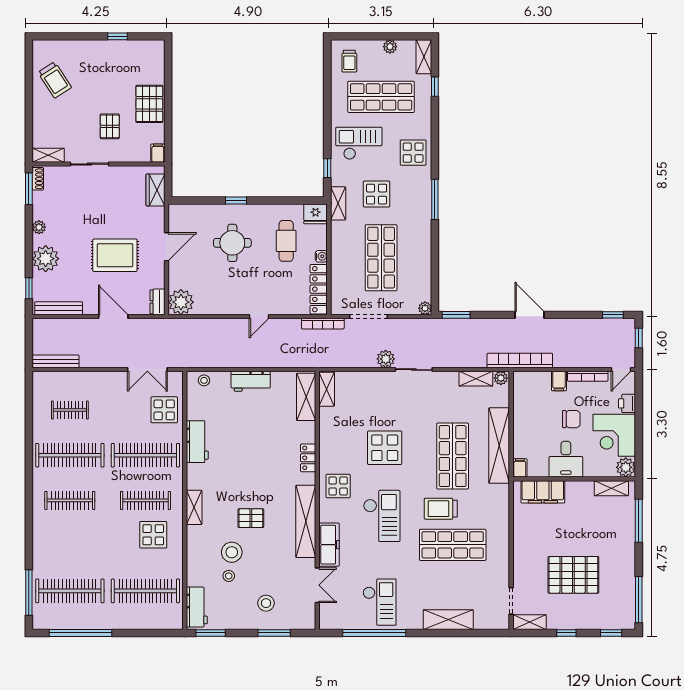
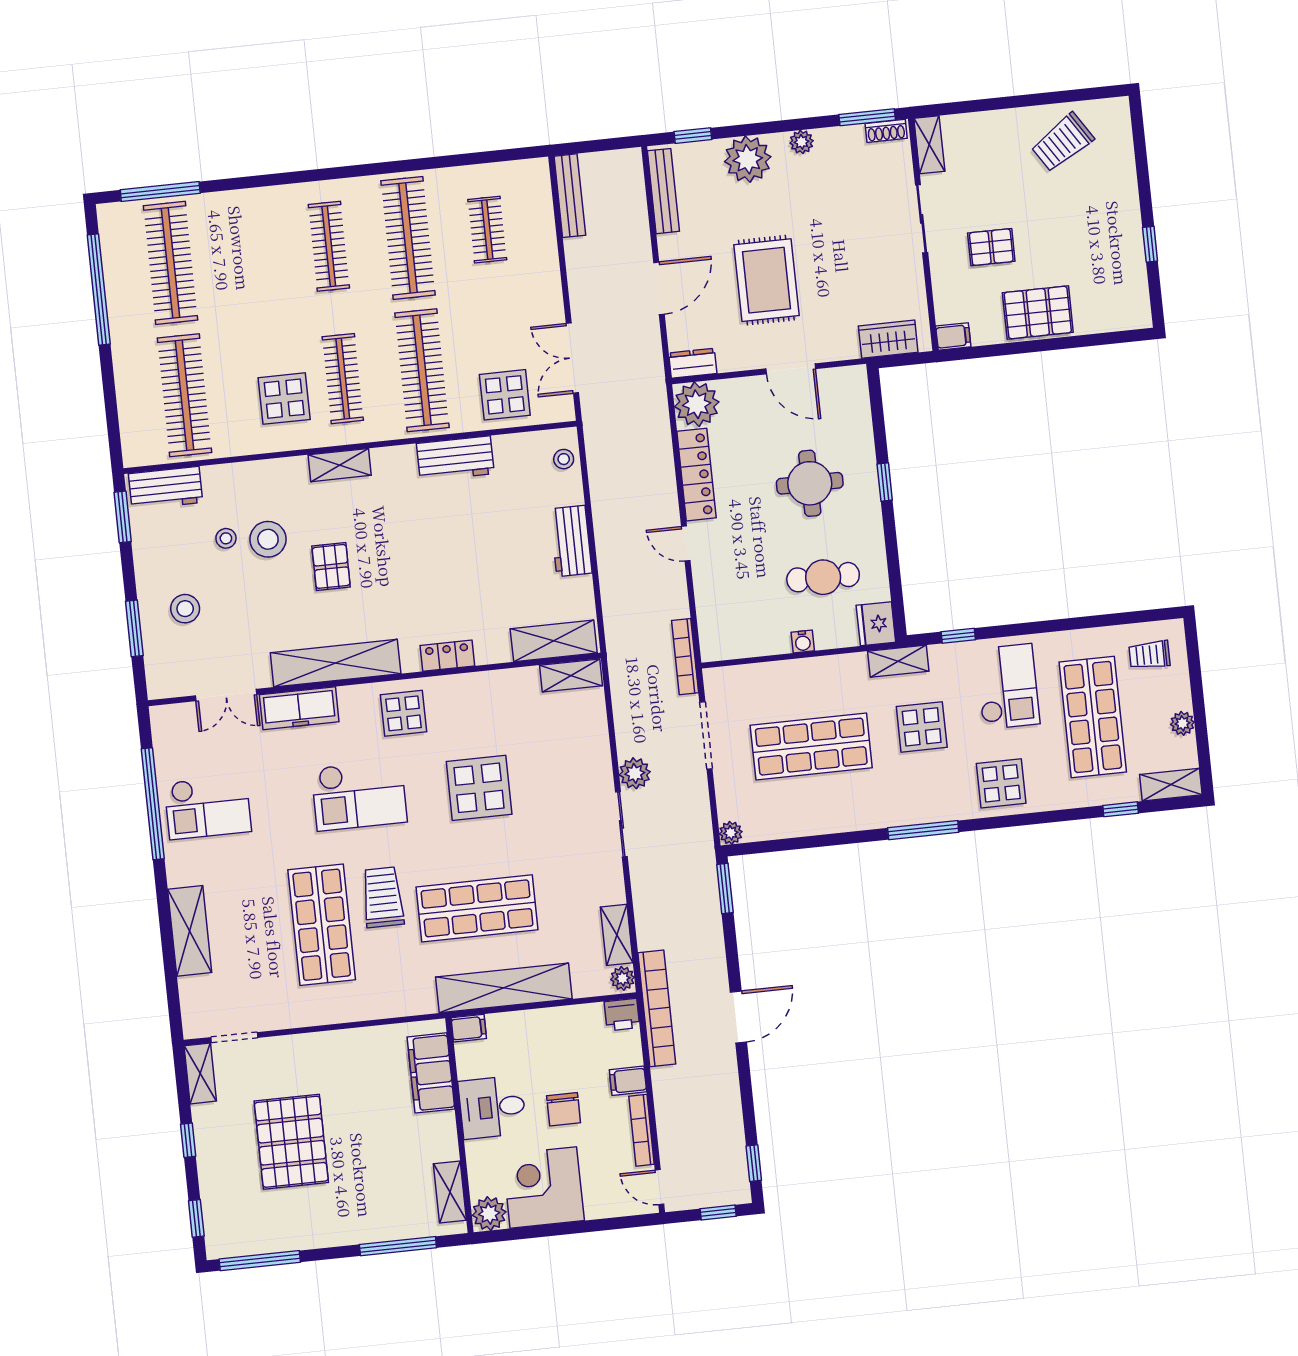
locker: (319, 289) -> (696, 475), moved, turned 90
printer: (627, 403) -> (622, 1015), moved, turned 180

